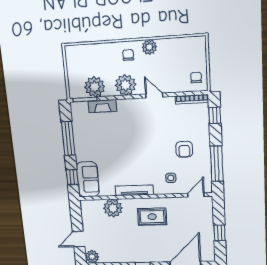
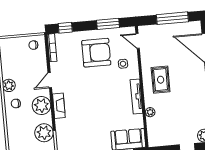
fireplace: (102, 106) -> (59, 106), moved
armchair: (184, 149) -> (96, 53), width x1.88, depth x1.88
window: (217, 164) -> (108, 24), width x0.69
plant: (113, 208) -> (150, 112), width x0.53, depth x0.53
window: (219, 233) -> (172, 18), width x2.17

